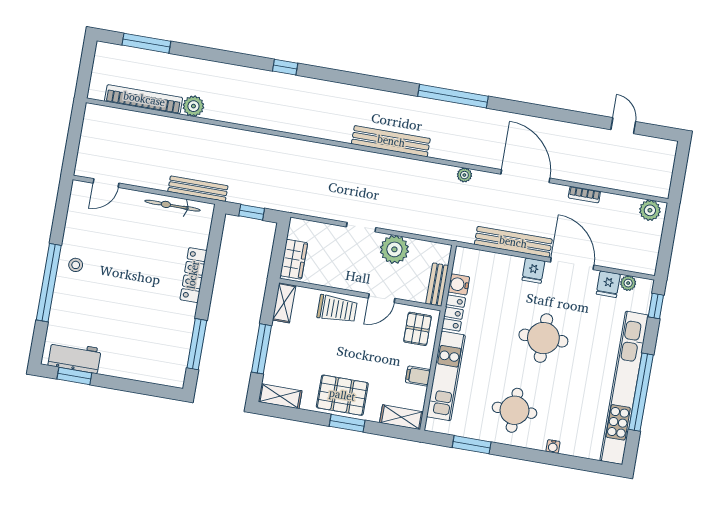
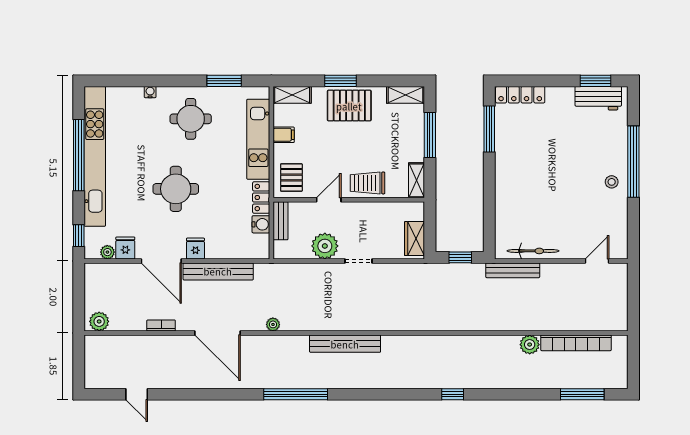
wardrobe: (294, 259) -> (415, 239), moved
locker: (193, 275) -> (520, 95), moved, turned 90

